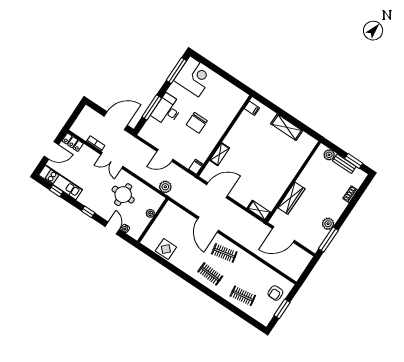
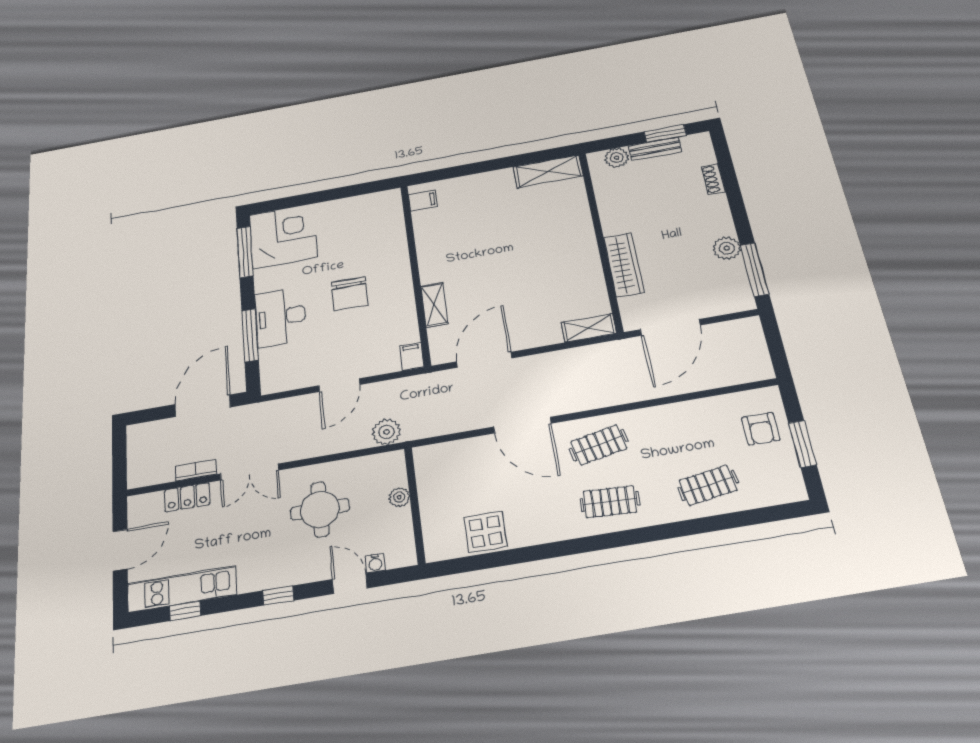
shelving: (287, 127) -> (548, 171), moved
locker: (73, 142) -> (187, 497), moved

